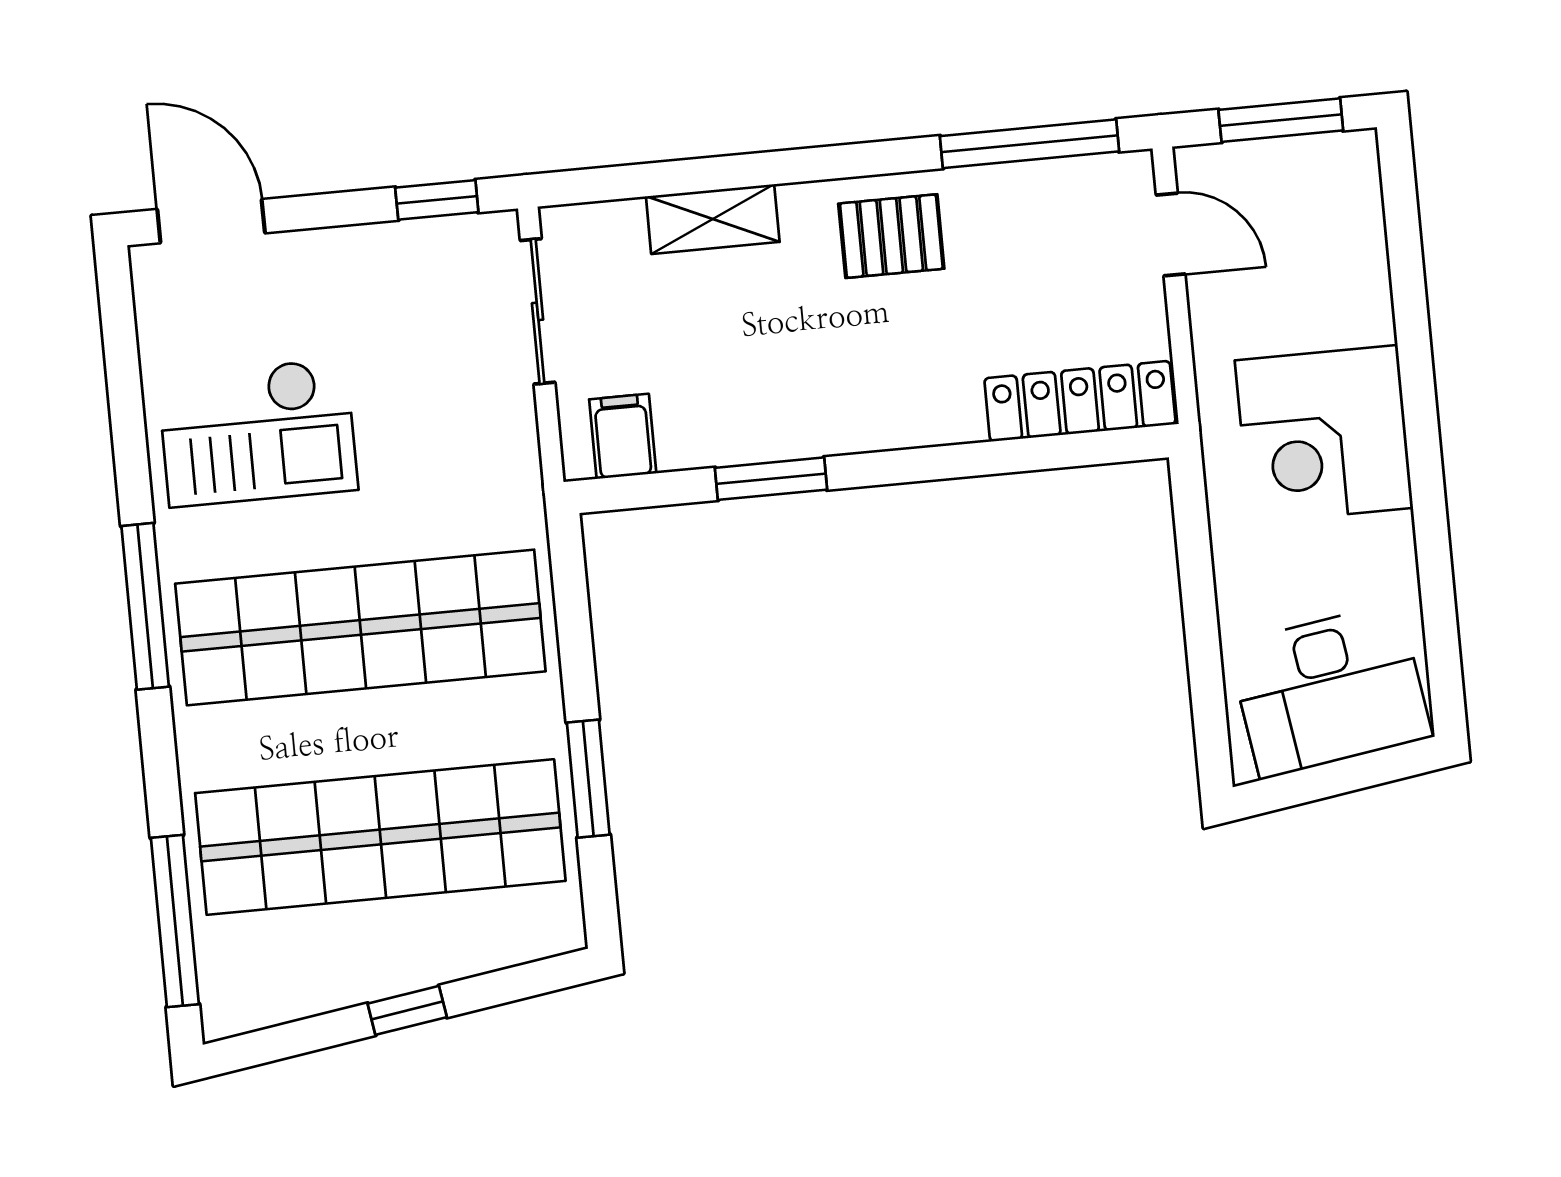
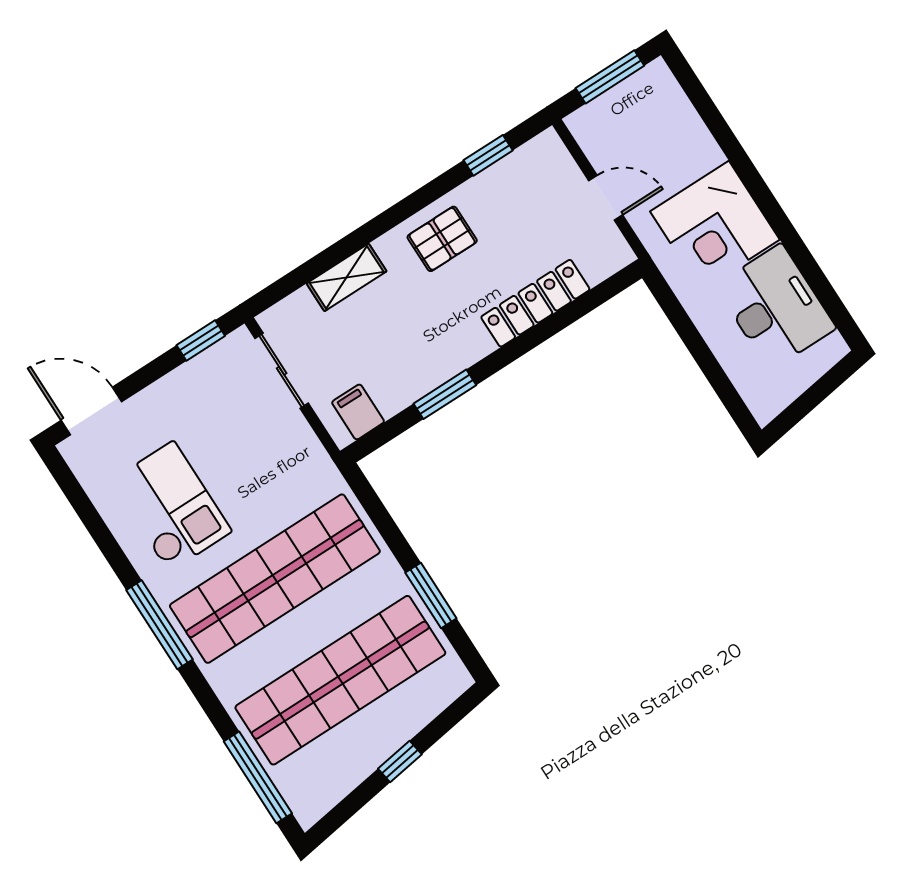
window: (1030, 144) -> (488, 155), width x0.46
door: (1171, 234) -> (606, 198), moved
locker: (1080, 401) -> (535, 303), moved
checkout: (258, 432) -> (171, 506), turned -90
desk: (1330, 691) -> (775, 307), moved, turned -81

